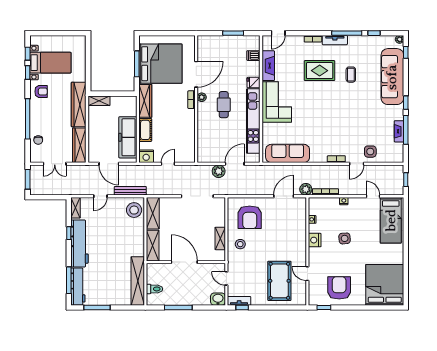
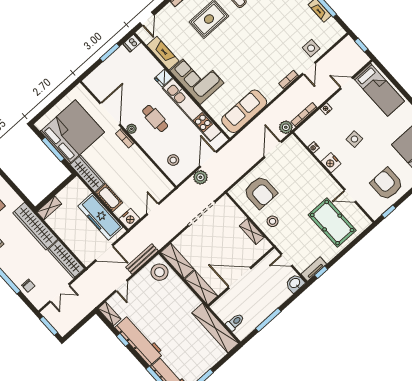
dishwasher: (253, 56) -> (132, 43), moved
stool: (211, 143) -> (173, 160), added

